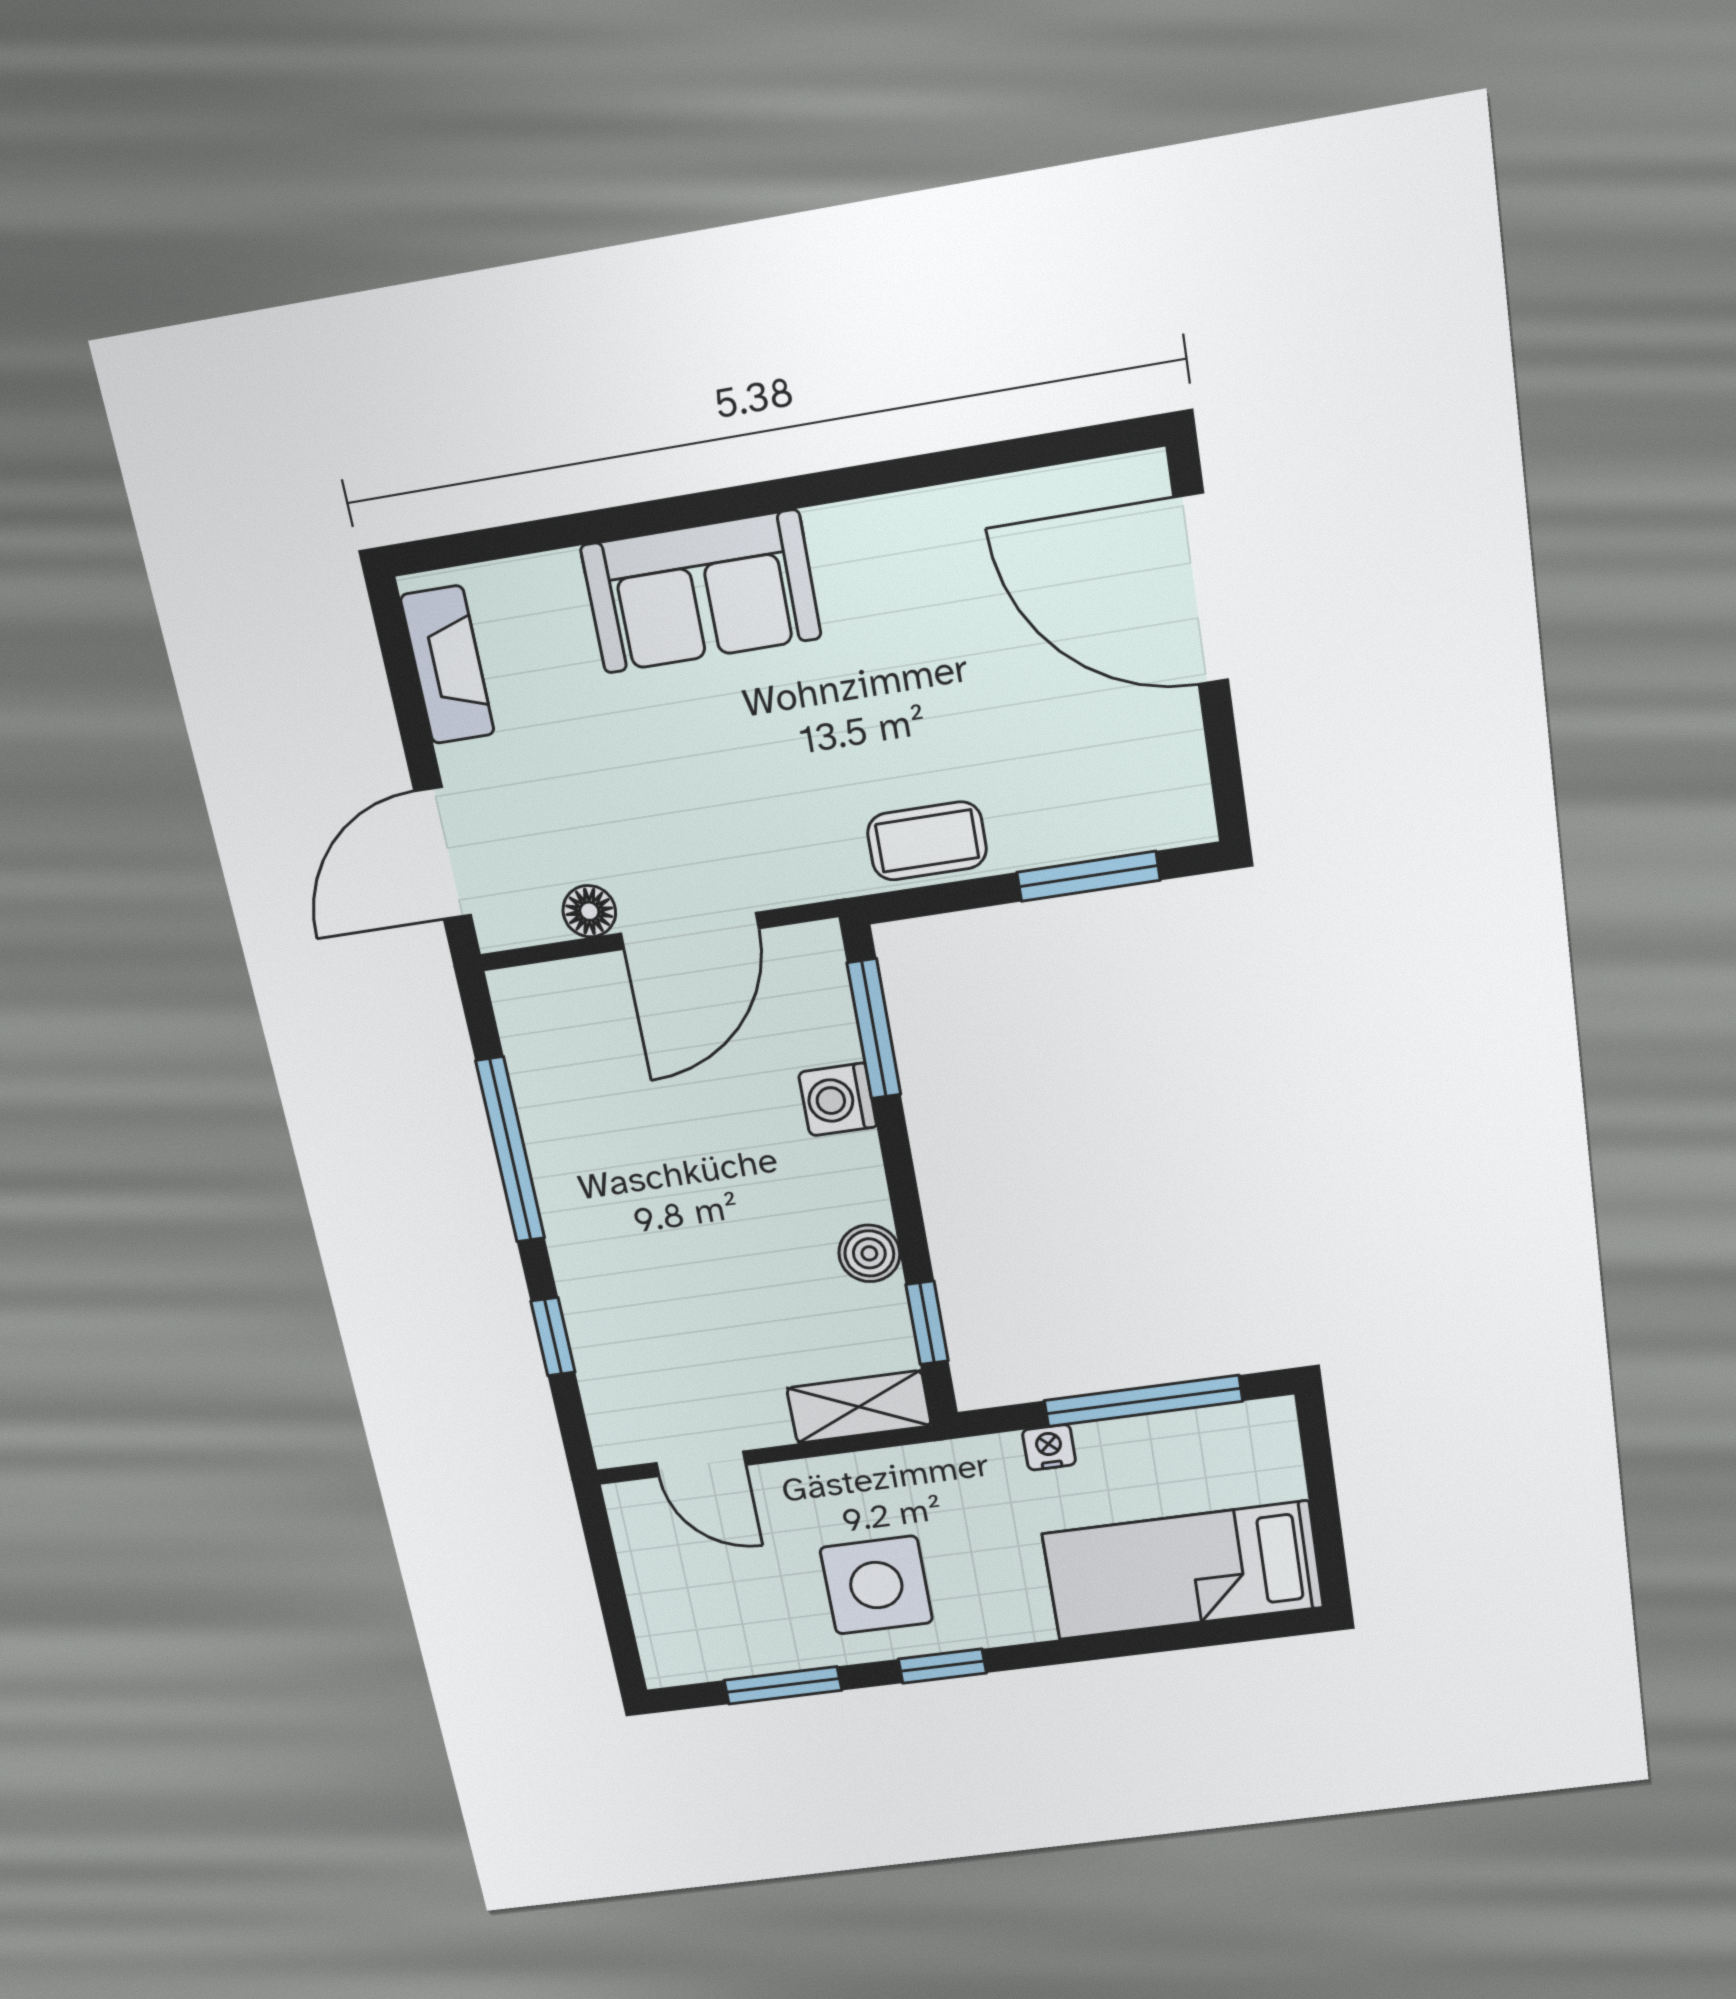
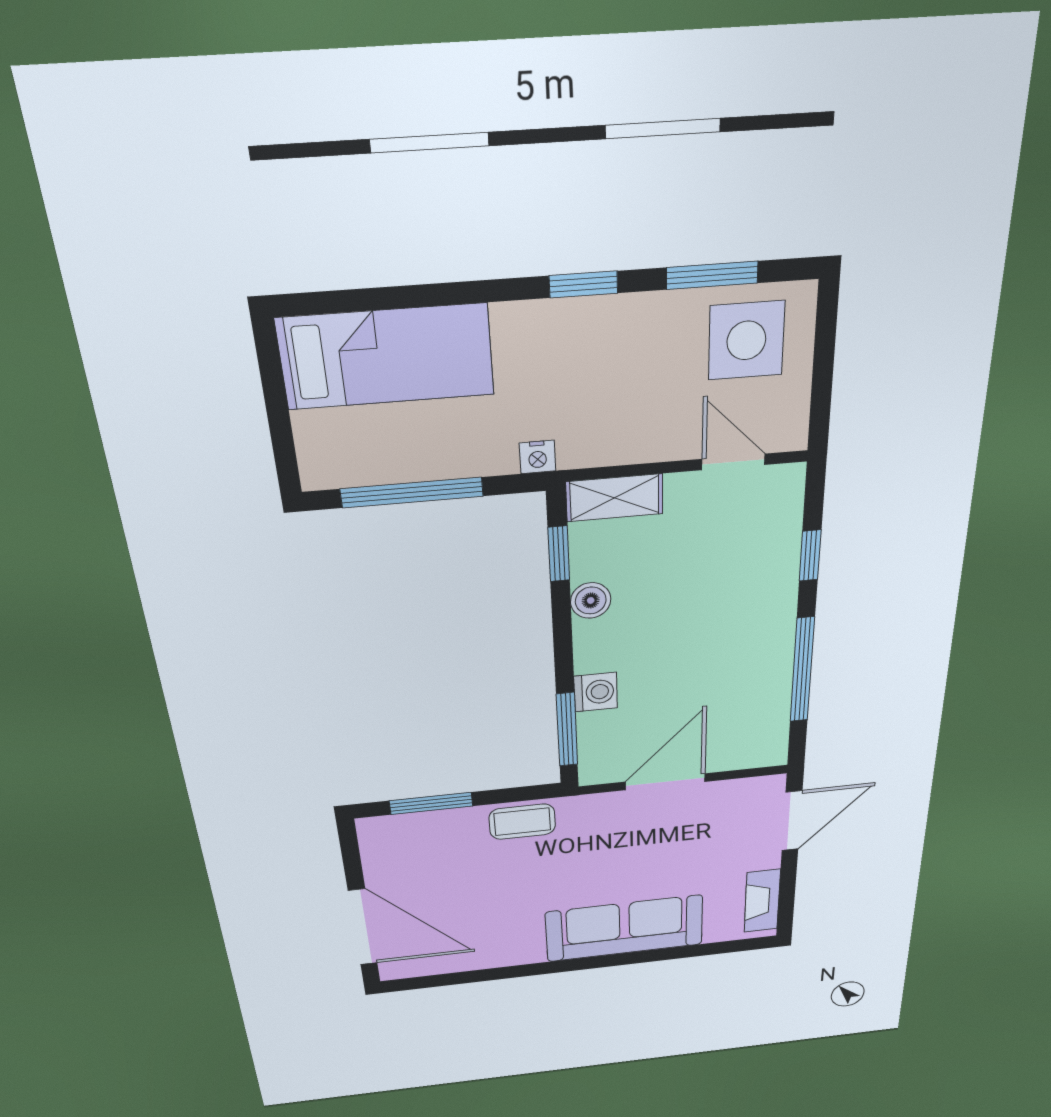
sofa: (701, 592) -> (625, 928), width x1.36
floor lamp: (589, 911) -> (720, 792), removed
nightstand: (1049, 1447) -> (538, 457), moved
side table: (876, 1585) -> (746, 340), moved

